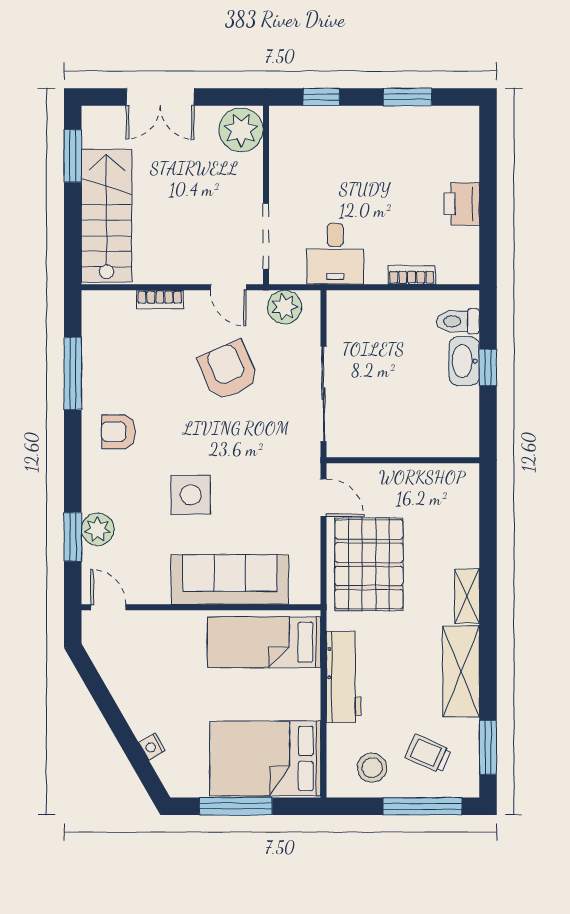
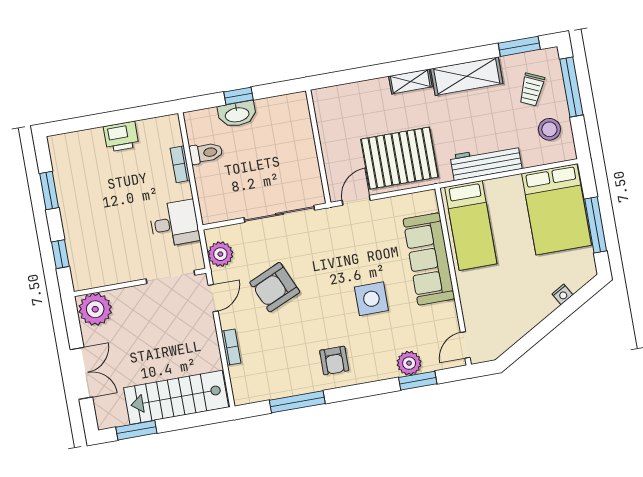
toilet: (458, 321) -> (206, 153), moved, turned -90

